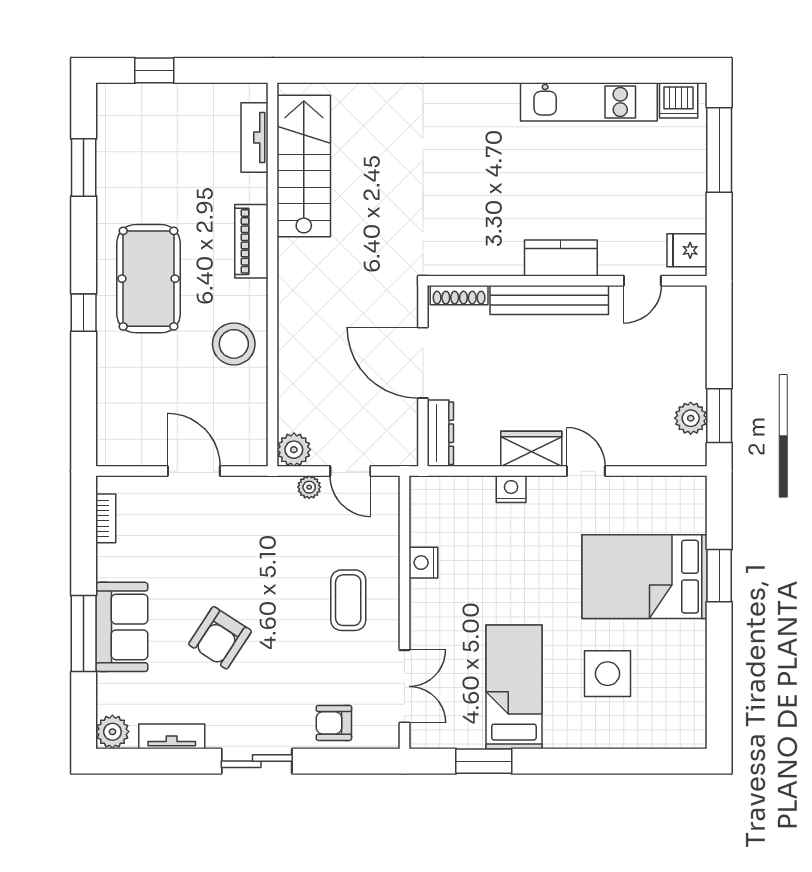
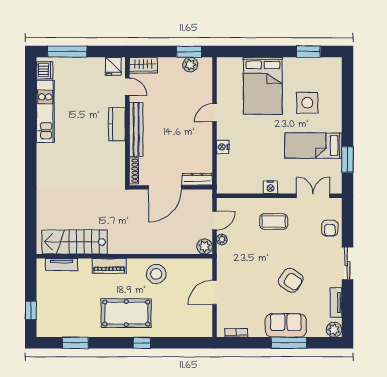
wardrobe: (531, 449) -> (143, 65), moved, turned -90
nightstand: (423, 563) -> (270, 187), moved
window: (719, 576) -> (308, 52), moved

